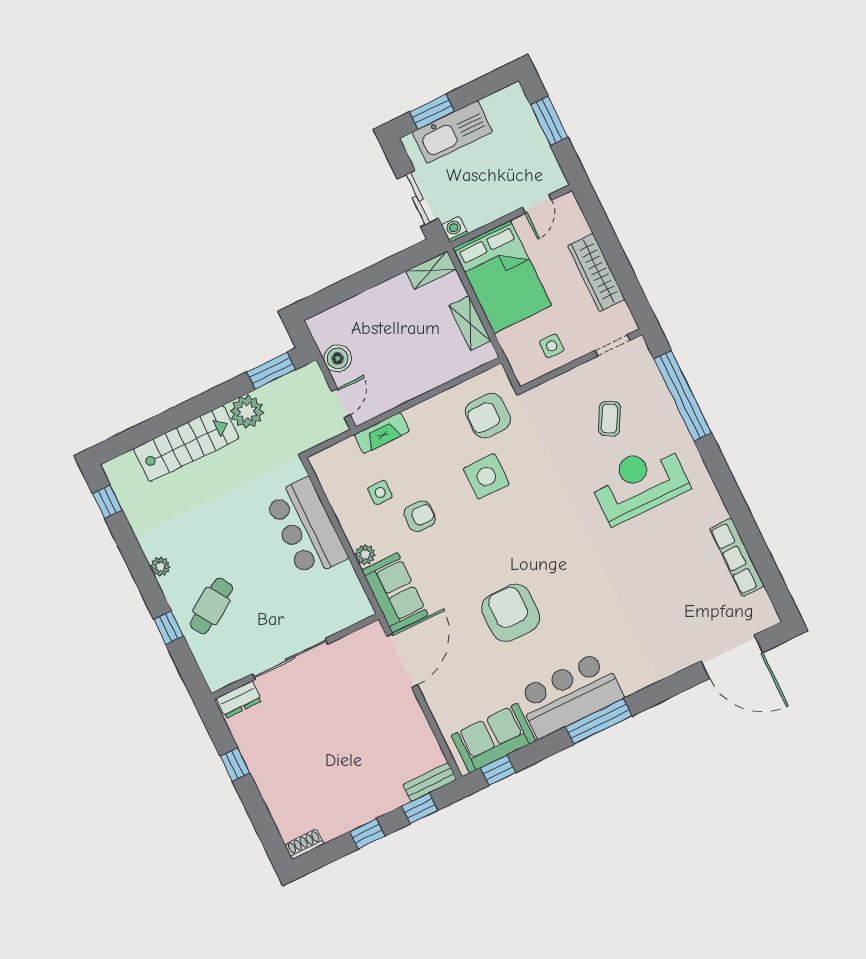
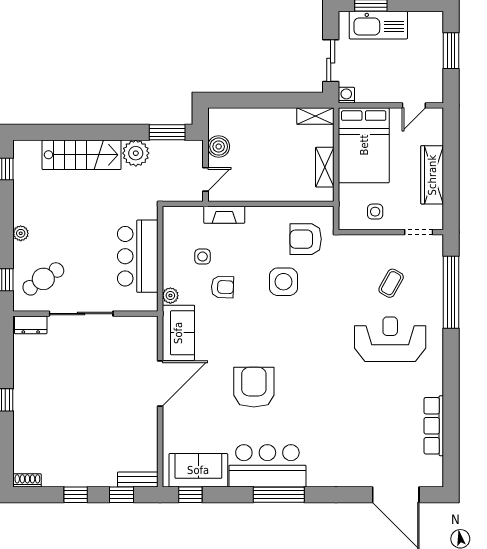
wall: (295, 657) -> (85, 314), moved
sliding door: (290, 659) -> (81, 314), moved
dresser: (239, 700) -> (31, 325), moved

